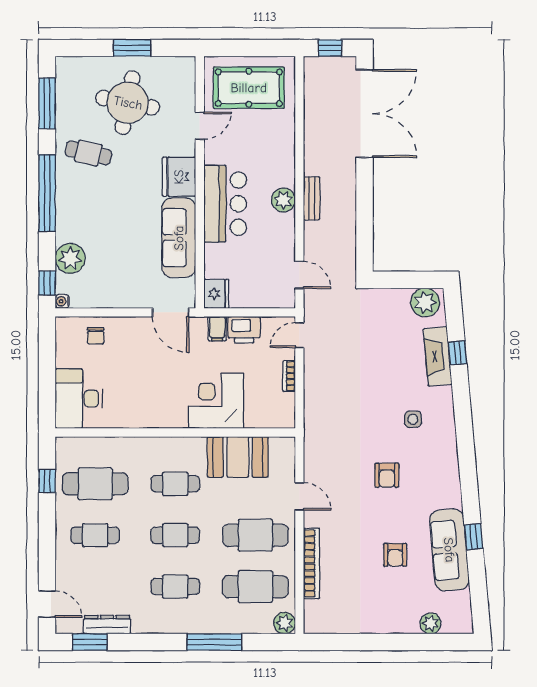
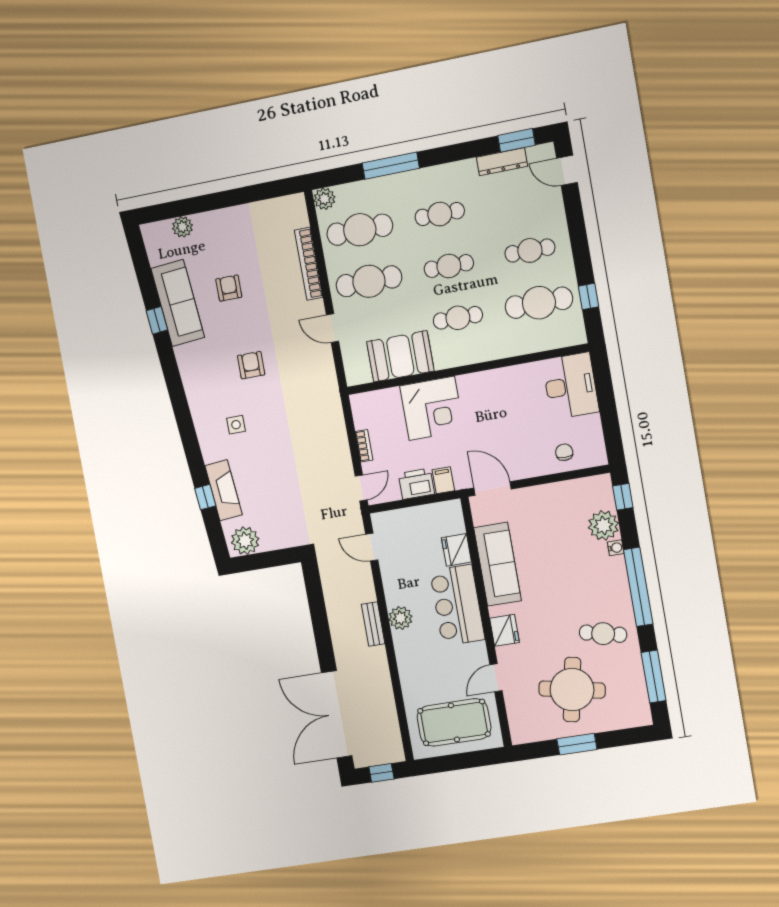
fridge: (179, 177) -> (504, 630), width x0.73, depth x0.75
fridge: (216, 294) -> (456, 550), moved
water cooler: (62, 301) -> (616, 548), moved

